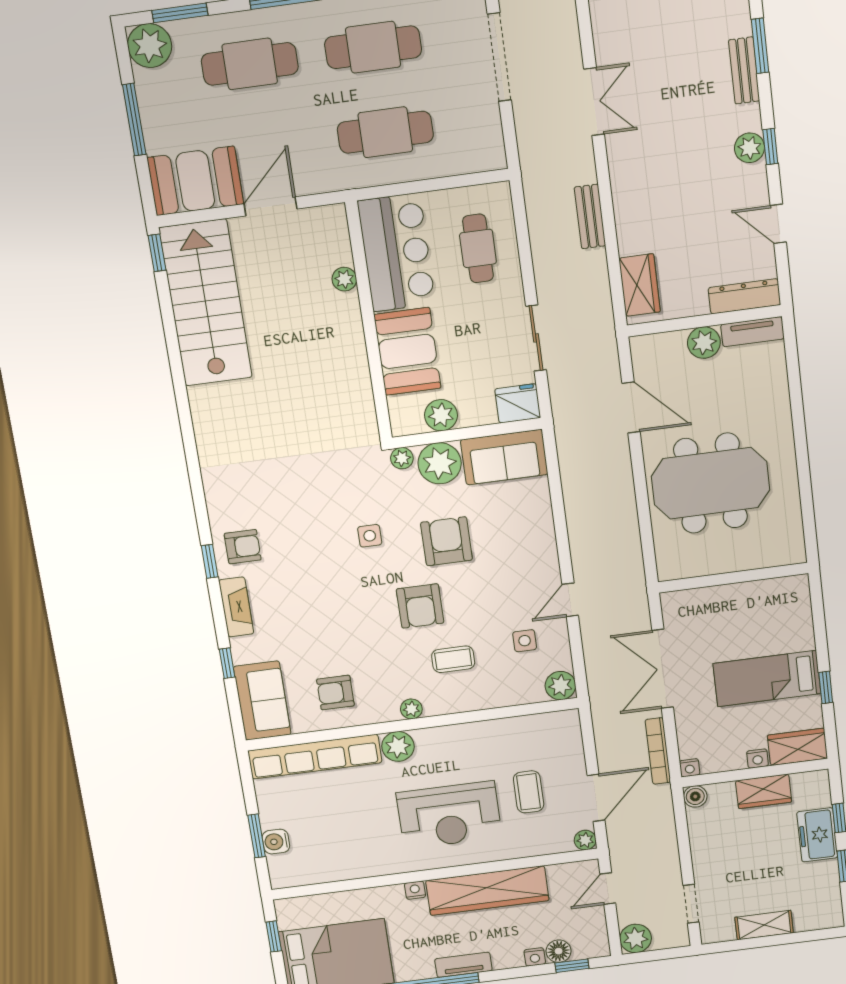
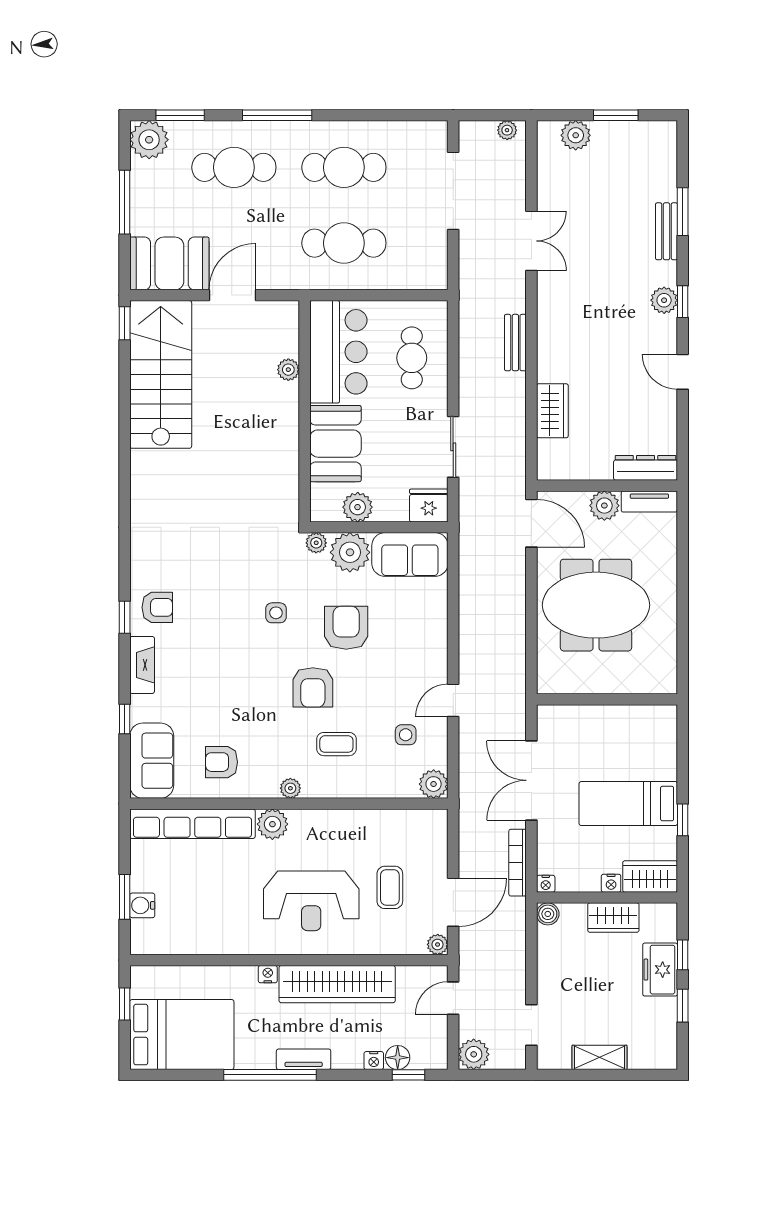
dresser: (744, 296) -> (646, 468), moved
wall: (704, 321) -> (607, 486), moved
tv unit: (752, 332) -> (649, 501), moved
plant: (704, 343) -> (604, 506), moved

